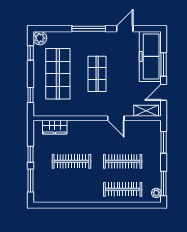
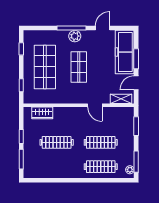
plant: (40, 38) -> (75, 36), moved

